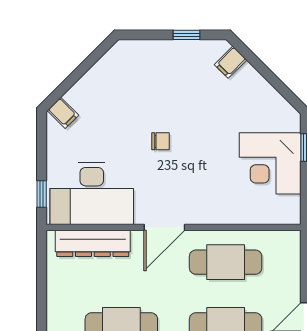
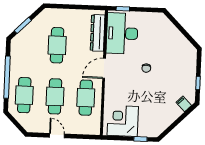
filing cabinet: (63, 113) -> (162, 21), removed
corner desk: (270, 163) -> (123, 121), moved
door: (164, 227) -> (104, 68), hinge flipped

